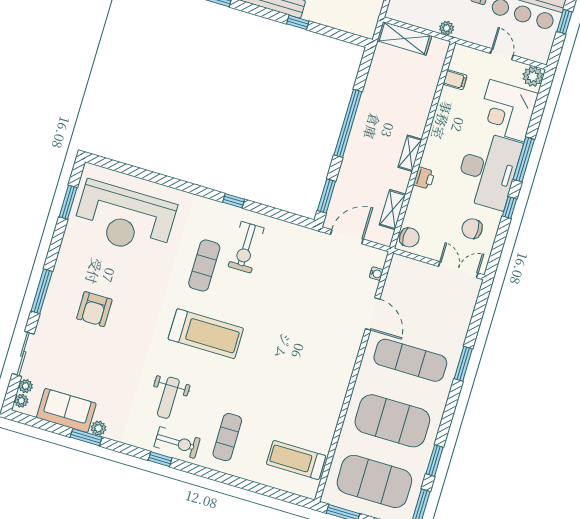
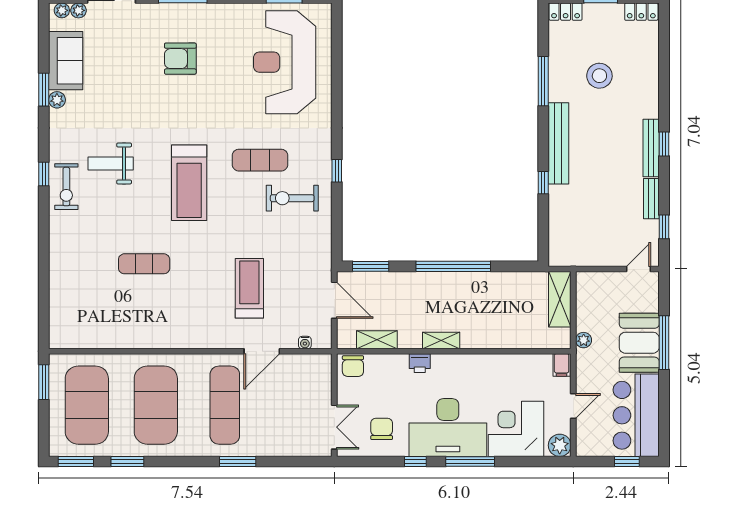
filing cabinet: (455, 80) -> (562, 365), moved
exercise mat: (227, 437) -> (144, 264), moved
treadmill: (296, 460) -> (249, 288), moved

